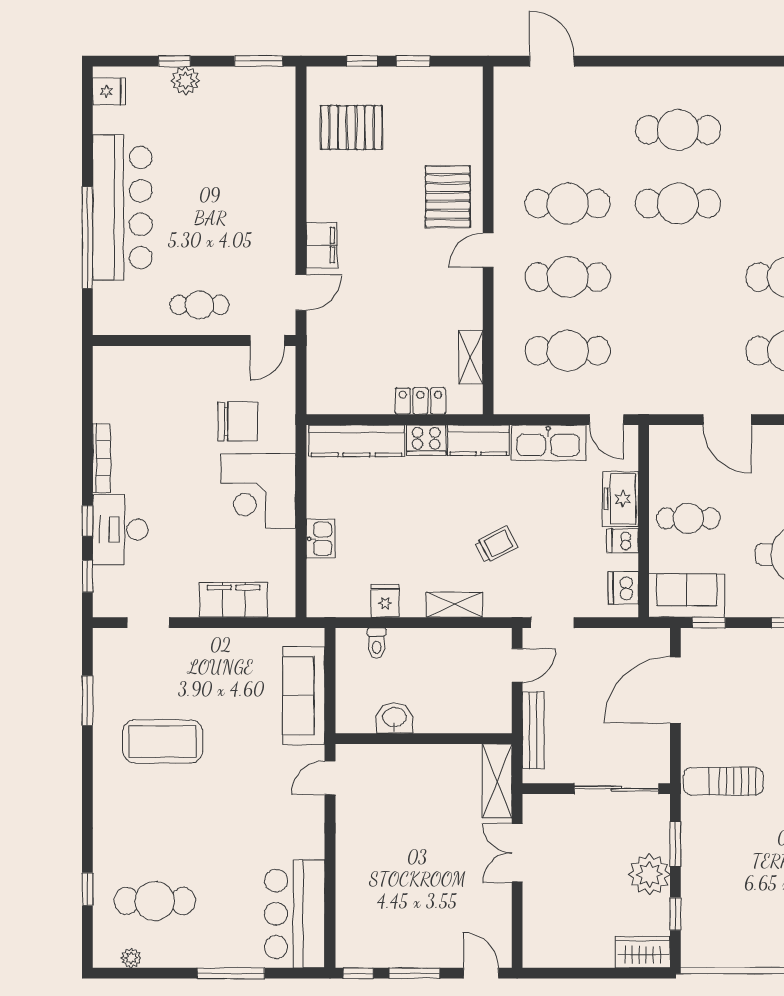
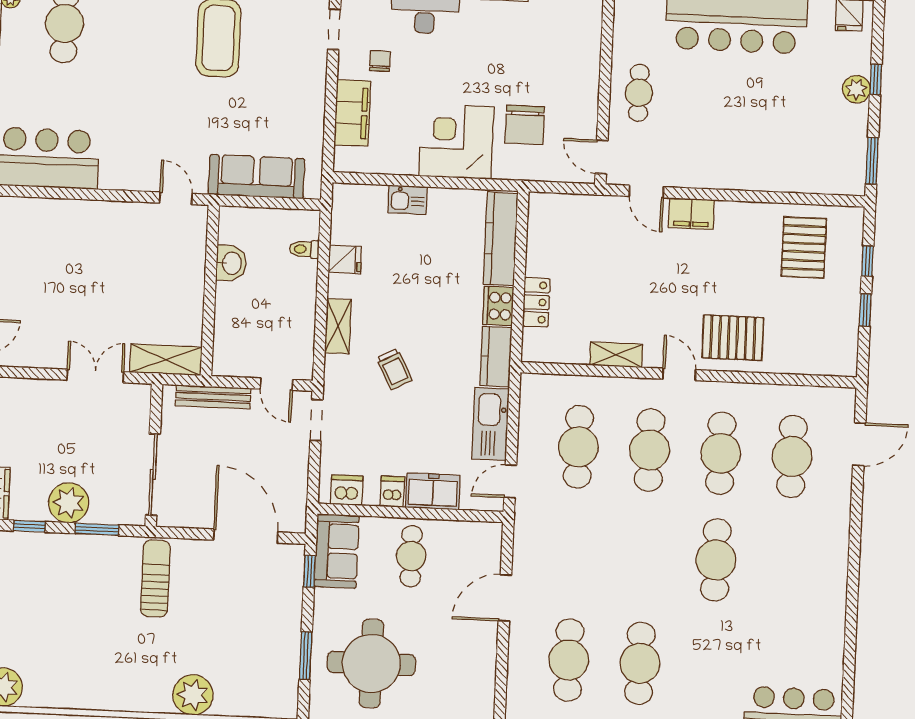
cafe table: (678, 130) -> (792, 457), moved
shelving: (471, 357) -> (616, 355), moved
chair: (179, 574) -> (380, 61), added

